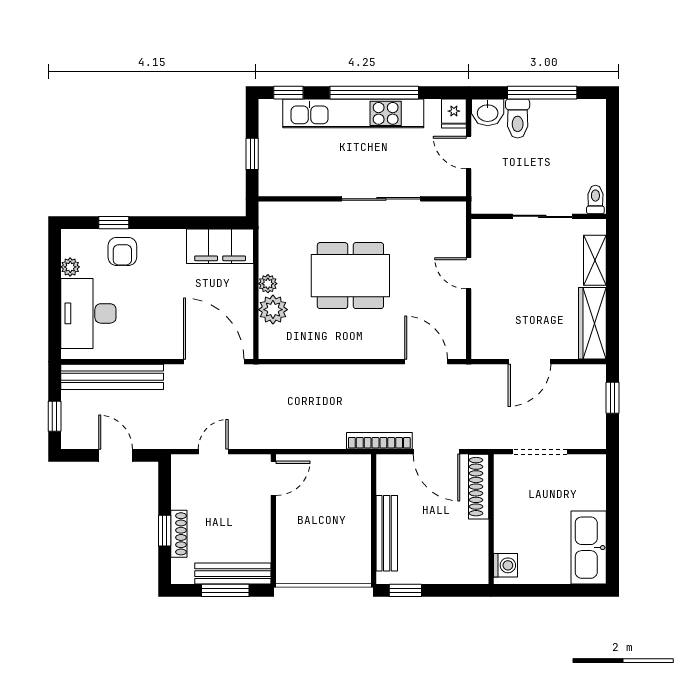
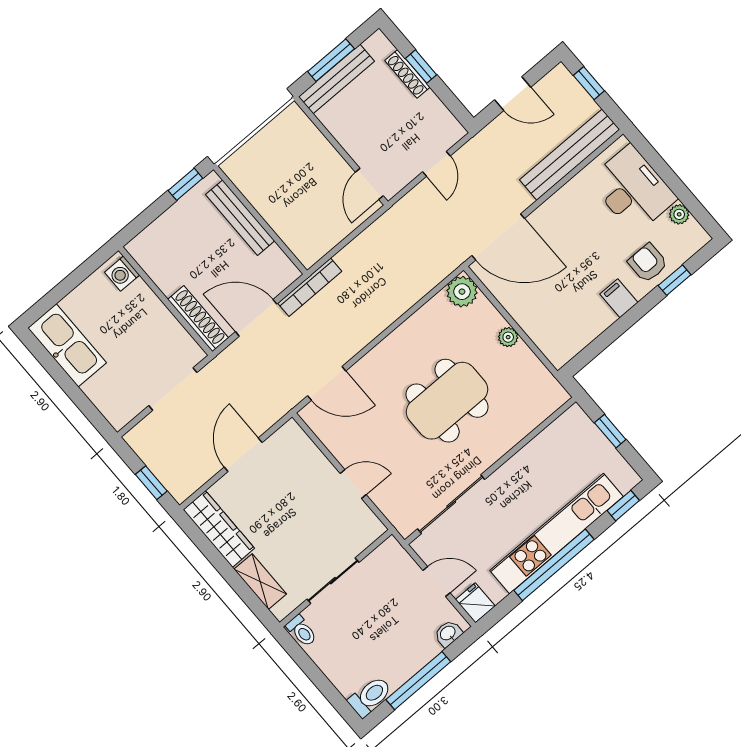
washbasin: (488, 112) -> (448, 633), width x0.72, depth x0.69
toilet: (518, 118) -> (370, 697), moved, turned 90
sliding door: (381, 199) -> (451, 504), moved
filing cabinet: (220, 246) -> (619, 298), moved, width x0.33, depth x0.86
plant: (273, 310) -> (462, 292), moved

